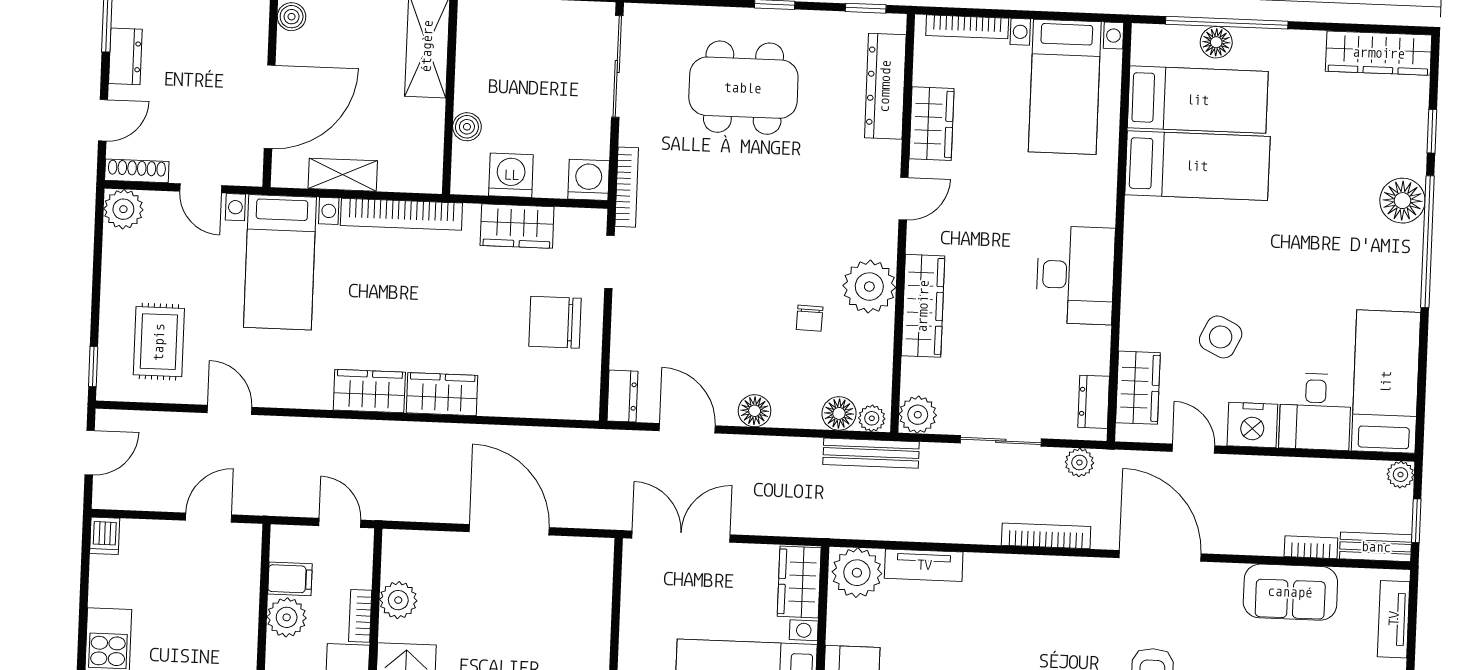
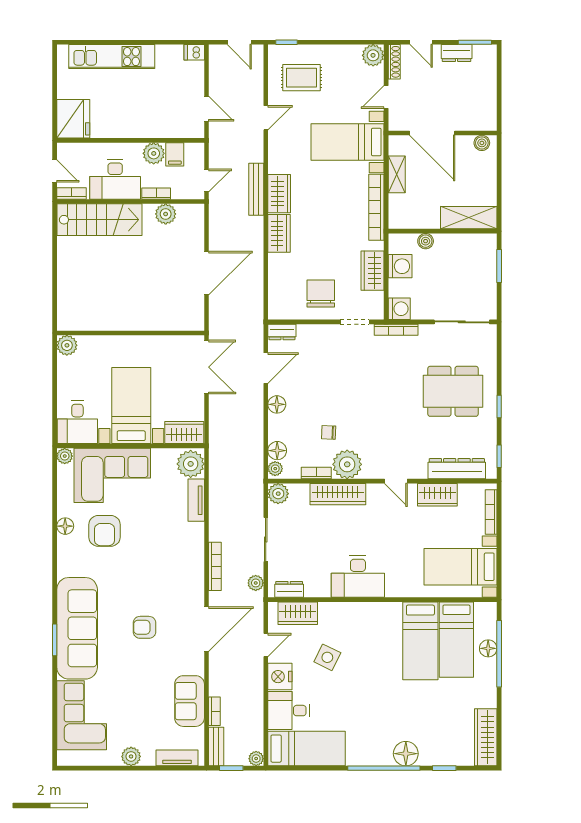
dining table: (743, 88) -> (453, 391), turned 90
bookcase: (883, 344) -> (316, 473), added
bench: (871, 453) -> (256, 189), moved

